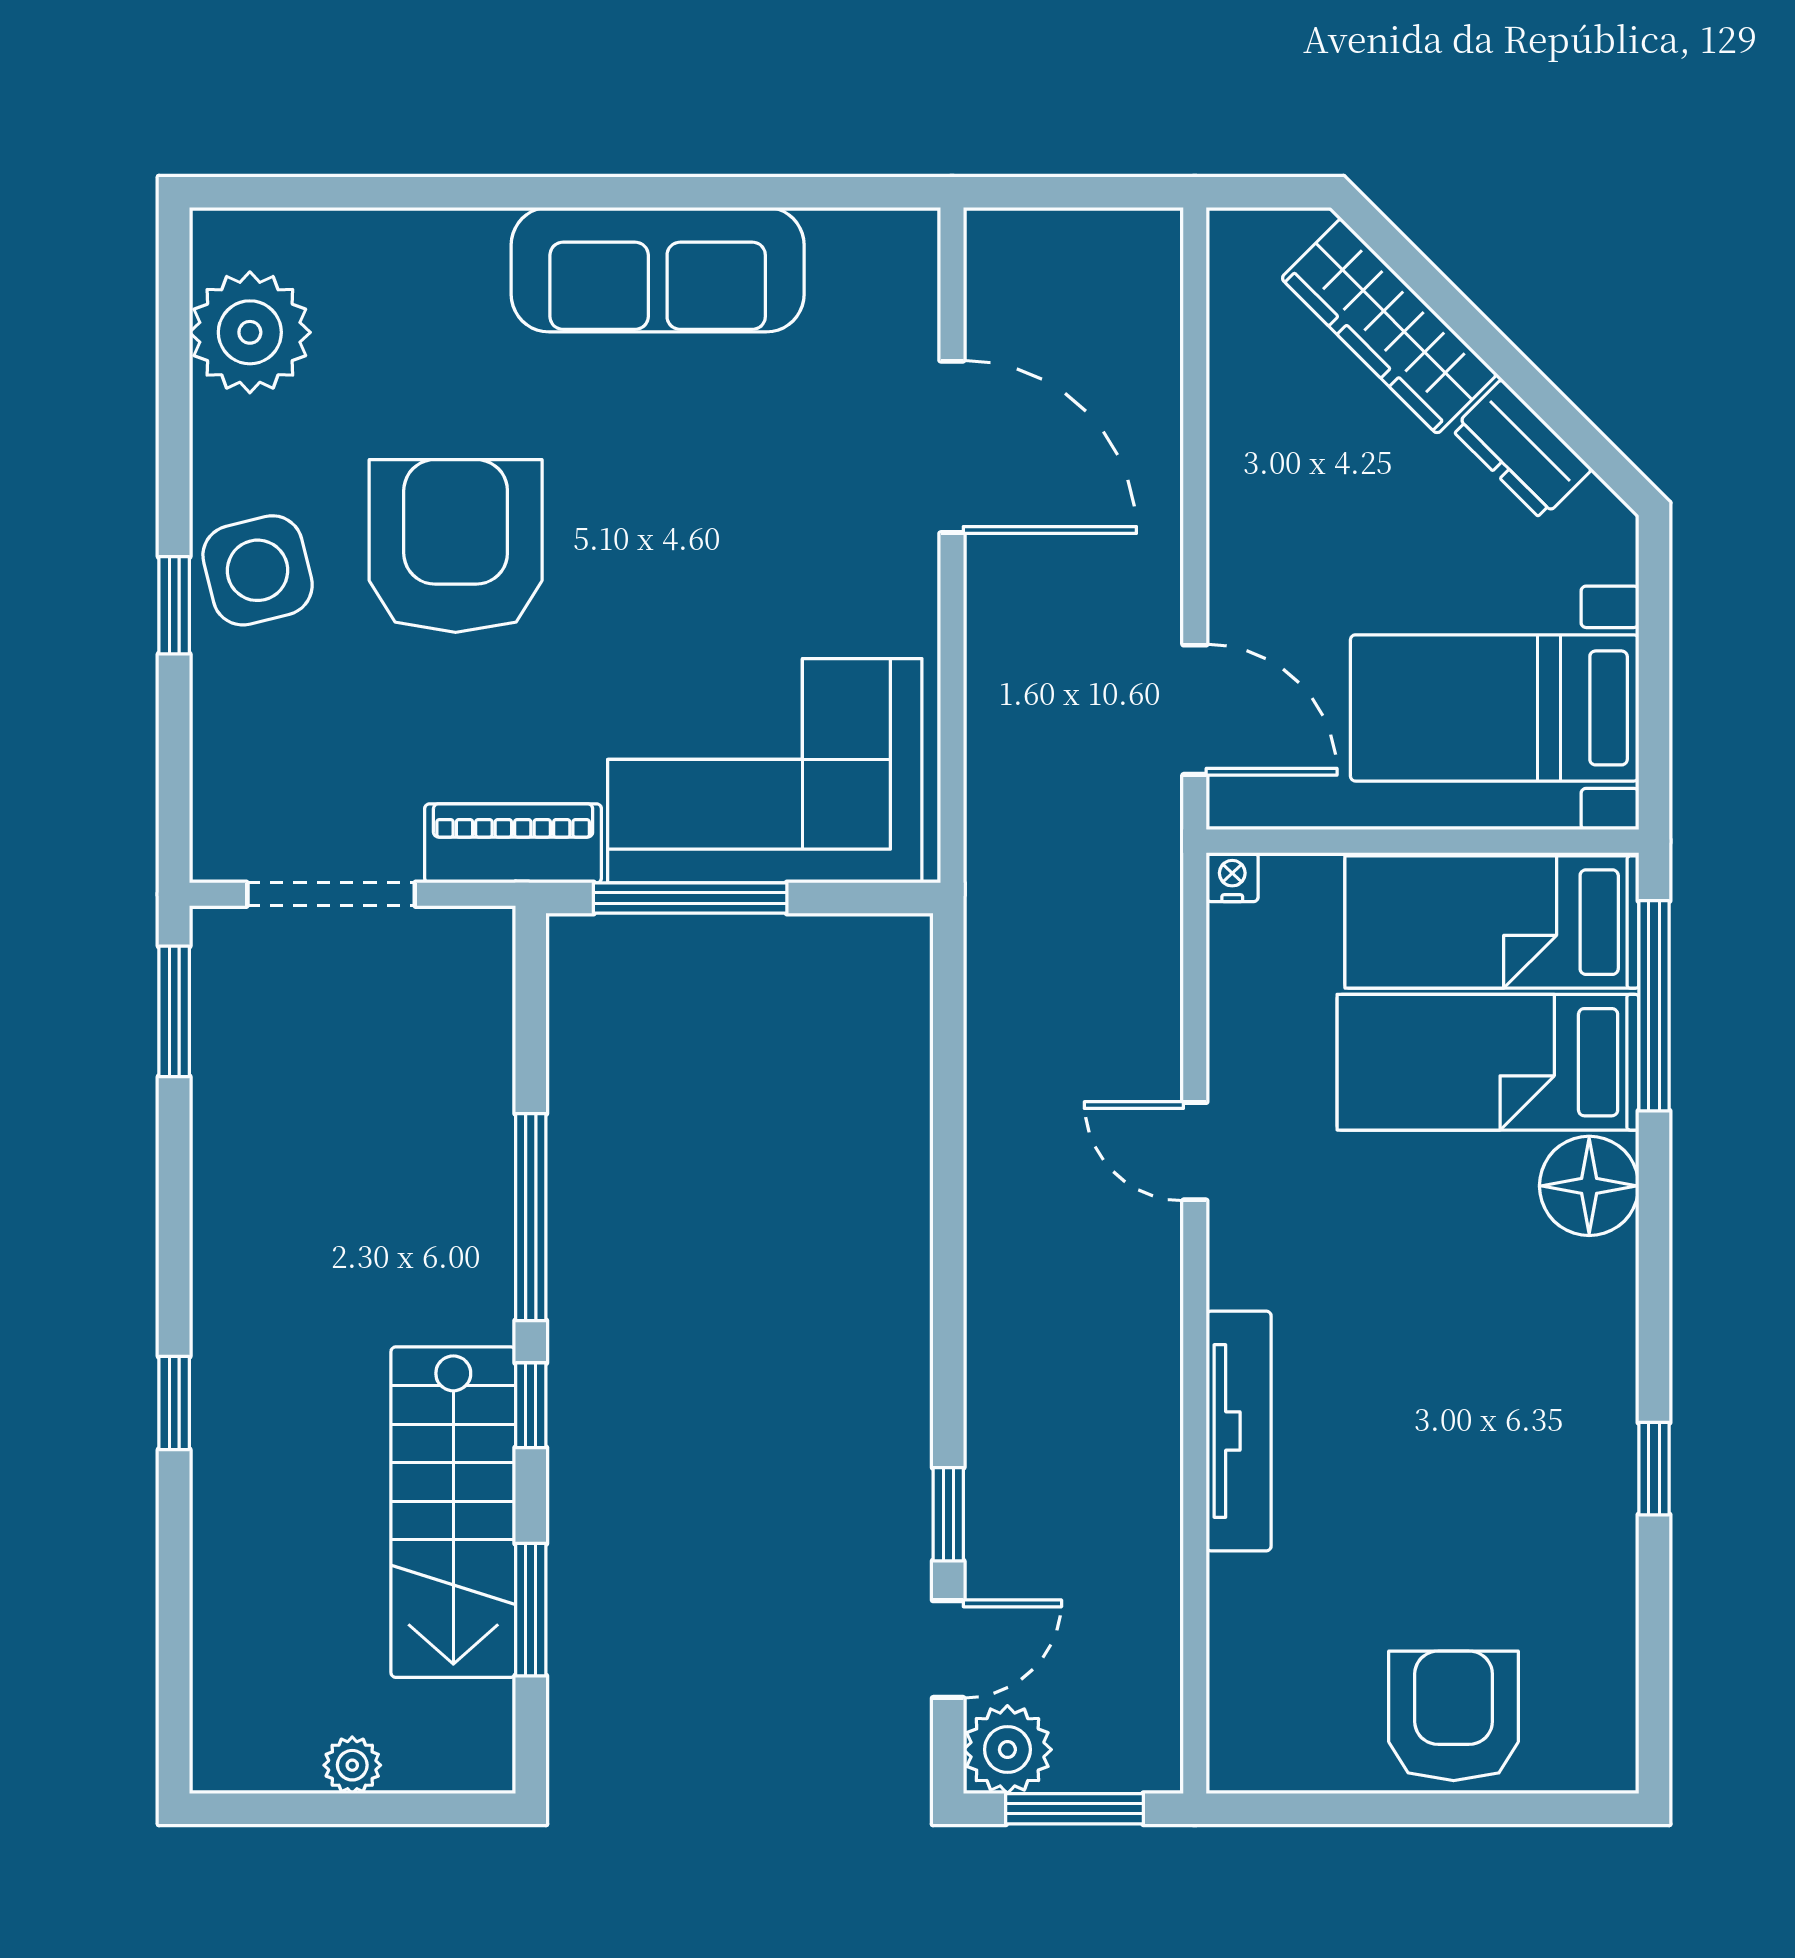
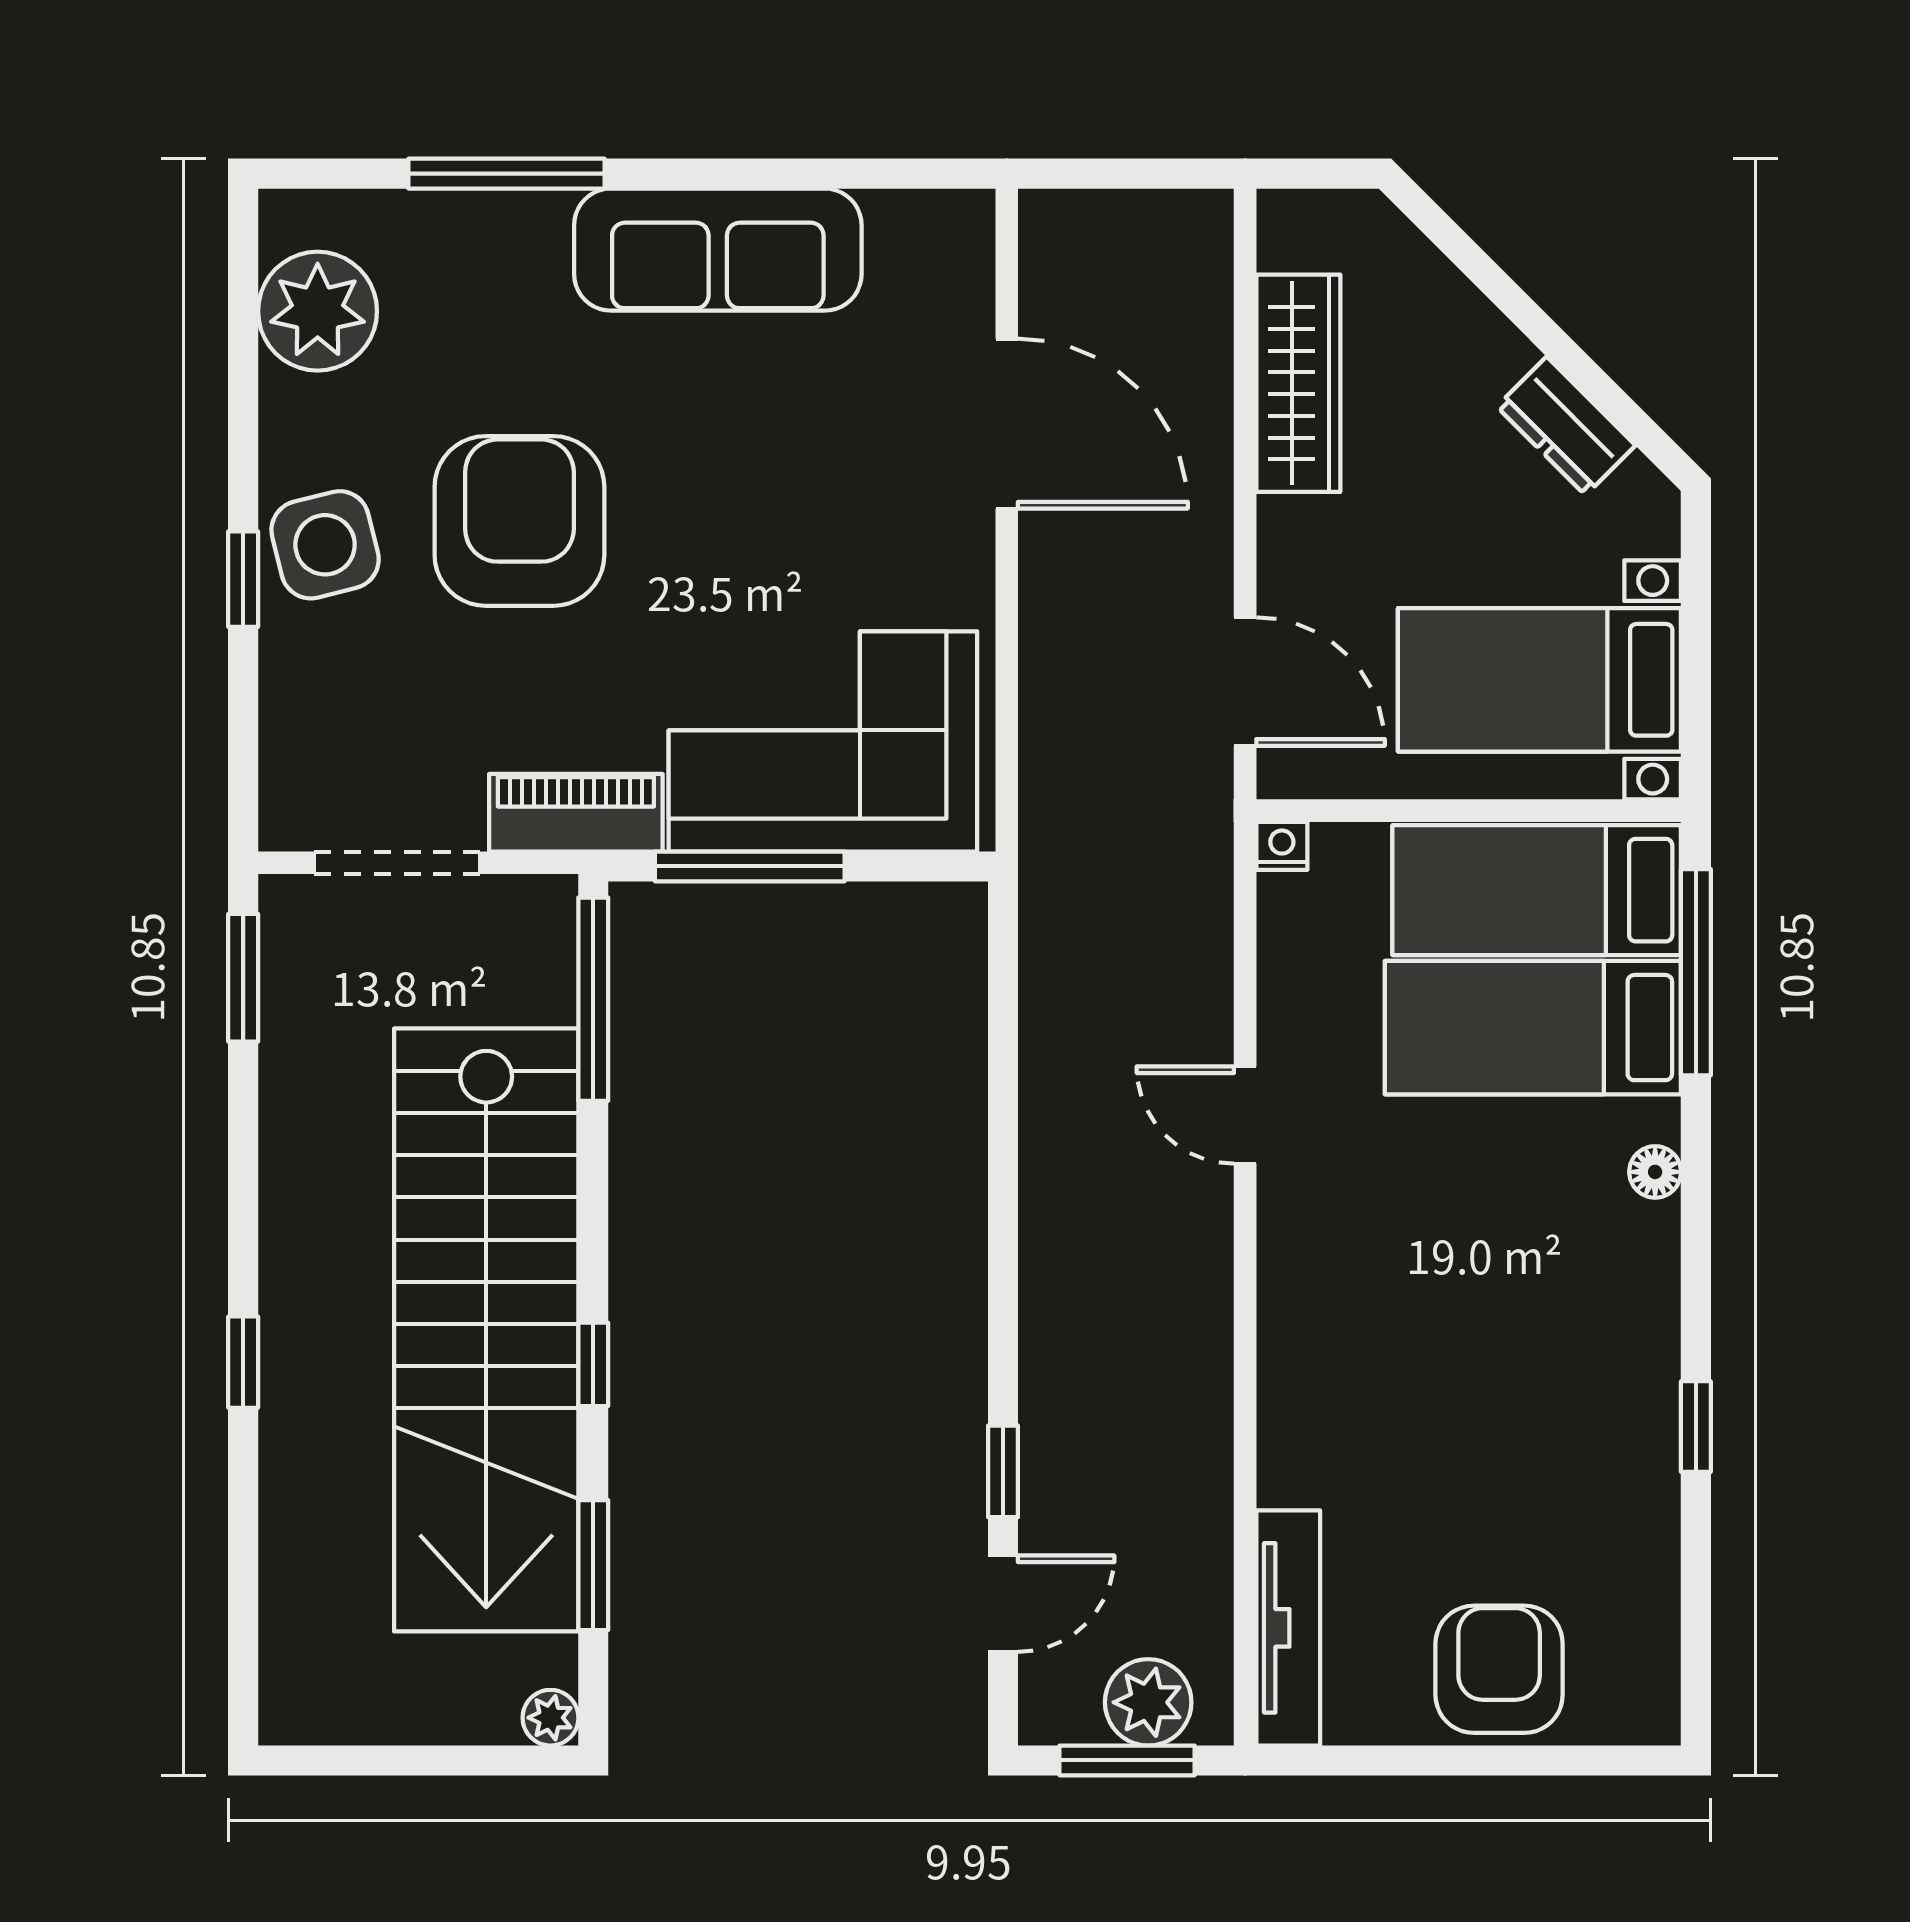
window: (442, 192) -> (507, 174), added
wardrobe: (1389, 326) -> (1298, 383), moved, turned -135
floor lamp: (1589, 1186) -> (1655, 1172), width x0.53, depth x0.53
window: (531, 1217) -> (593, 999), moved
tv unit: (1239, 1431) -> (1288, 1628), moved
stairs: (453, 1512) -> (486, 1330), width x1.86, depth x1.51
plant: (1007, 1750) -> (1148, 1702), moved
plant: (352, 1765) -> (550, 1718), moved

